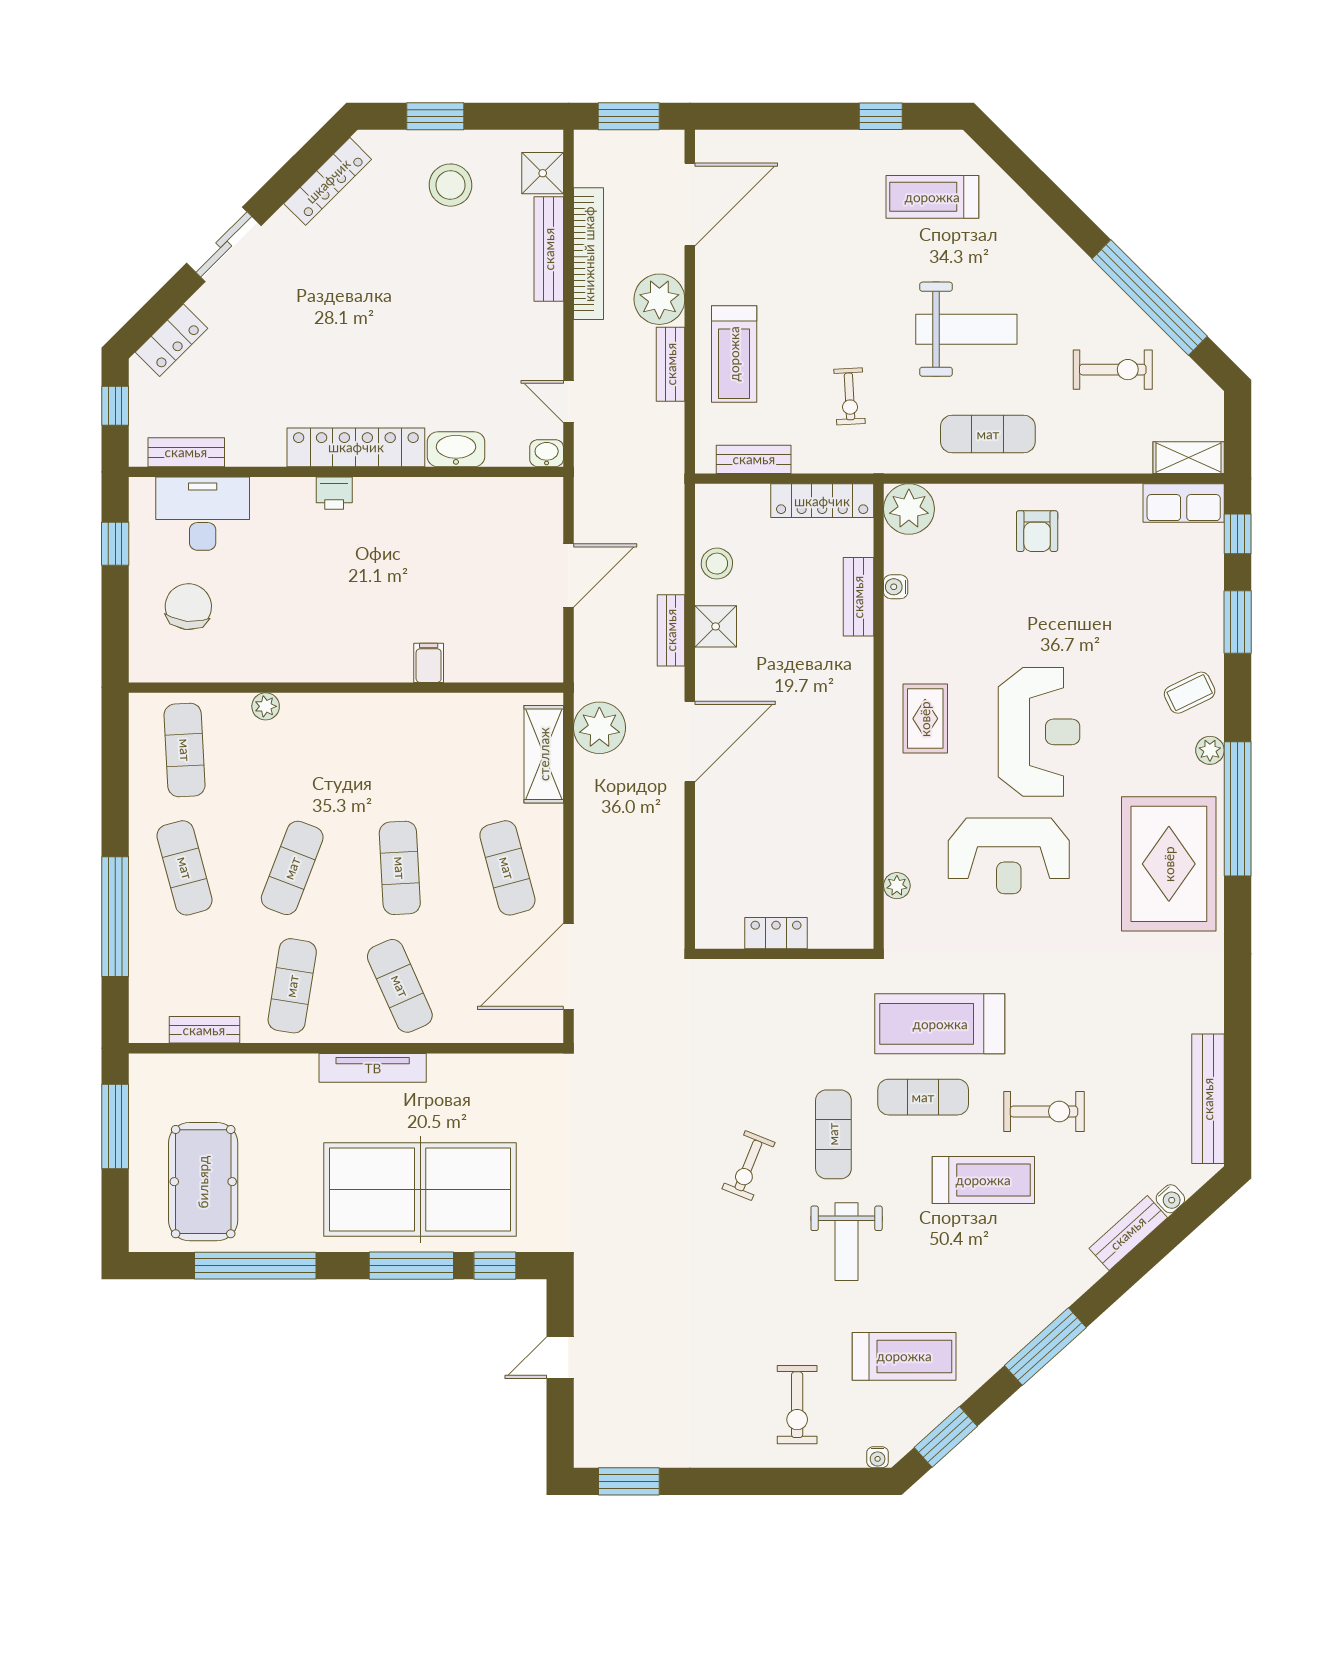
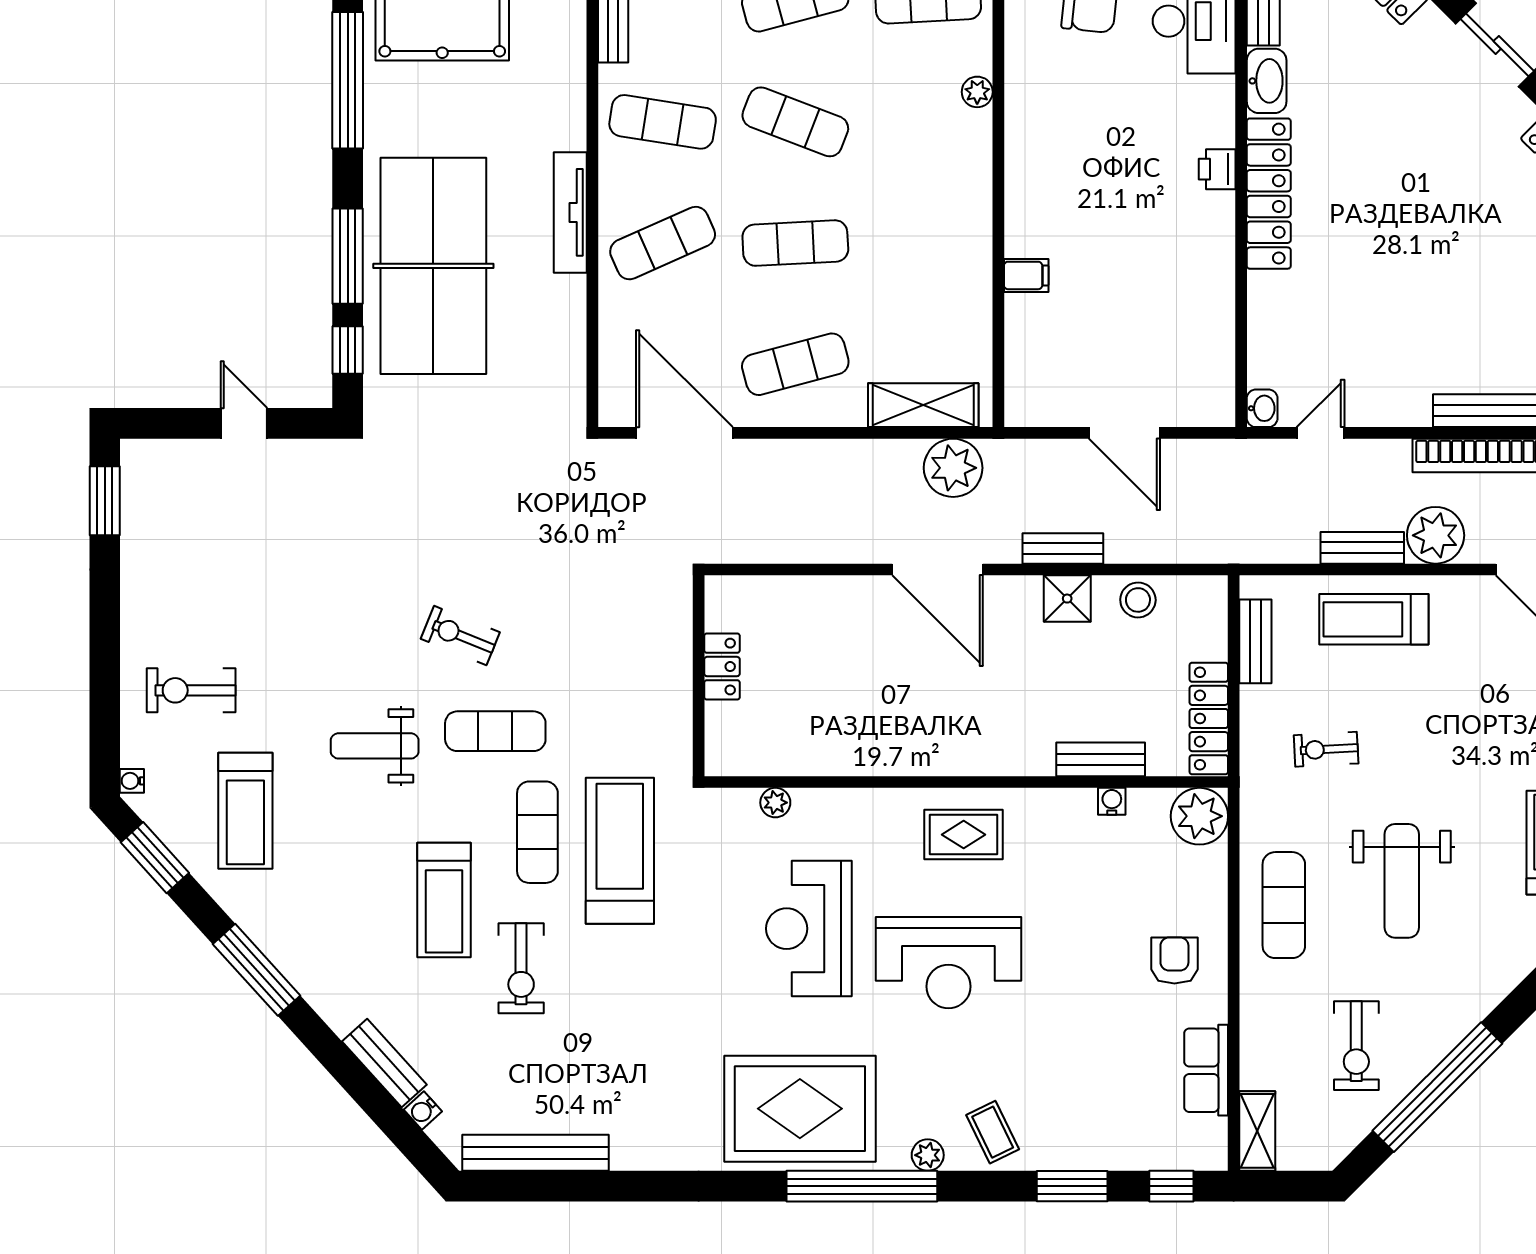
washbasin: (456, 449) -> (1267, 81), moved
row of seats: (1184, 503) -> (1206, 1070), moved
armchair: (1037, 531) -> (1174, 960), turned 90

